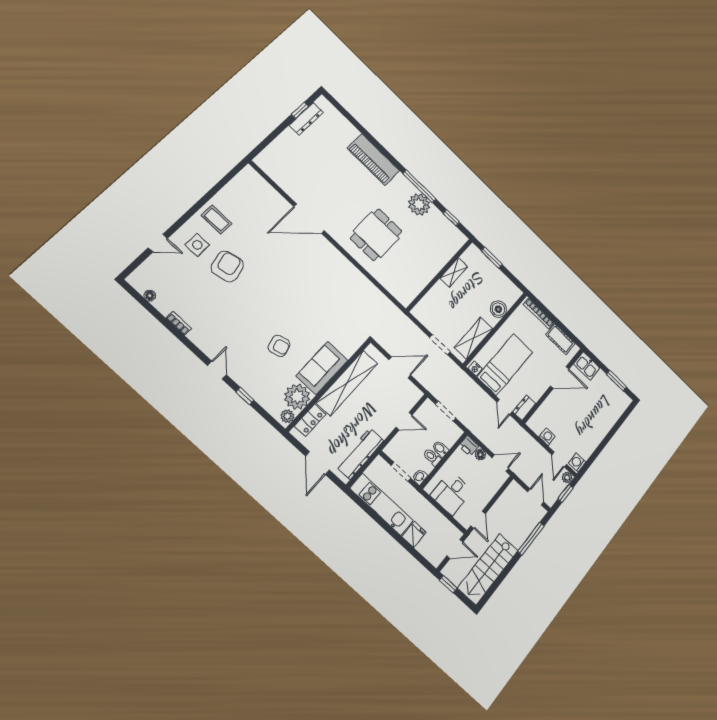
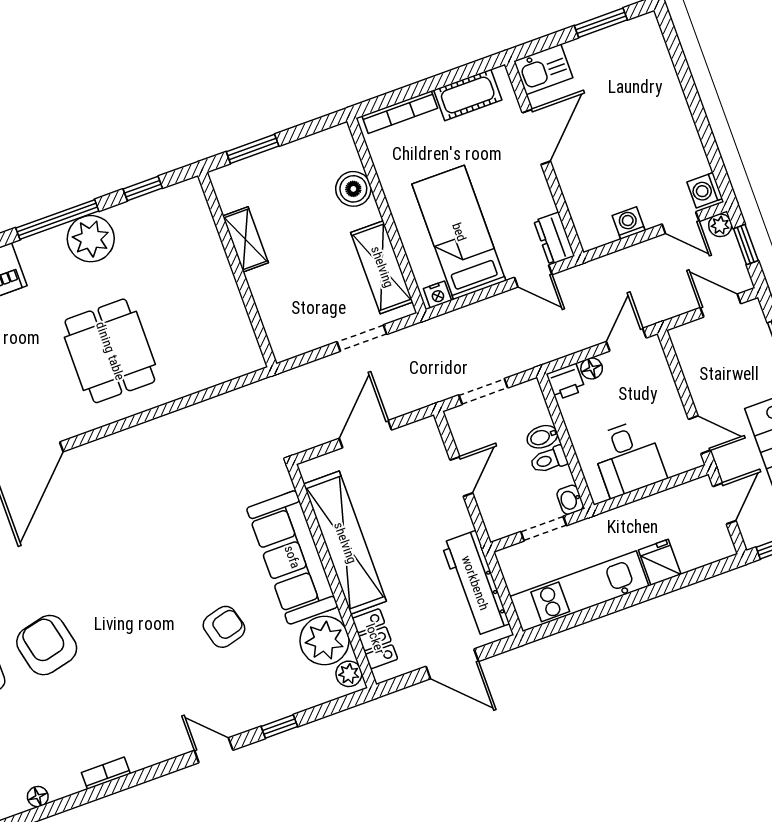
sofa: (322, 368) -> (292, 557), width x1.36

